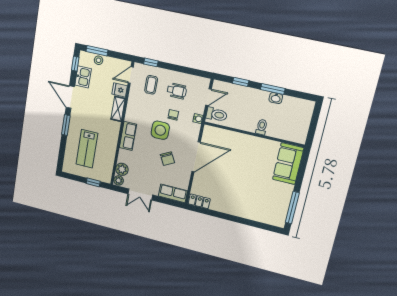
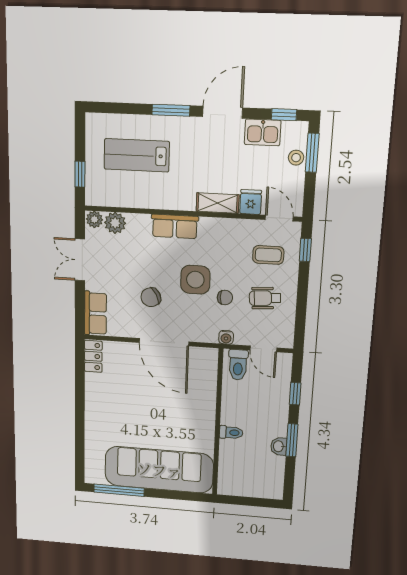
wheelchair: (177, 91) -> (265, 298), turned 86
sofa: (288, 164) -> (159, 470), width x1.85, depth x1.27

